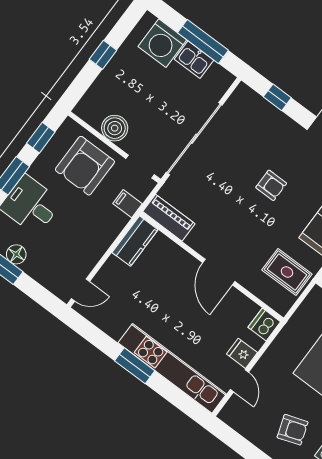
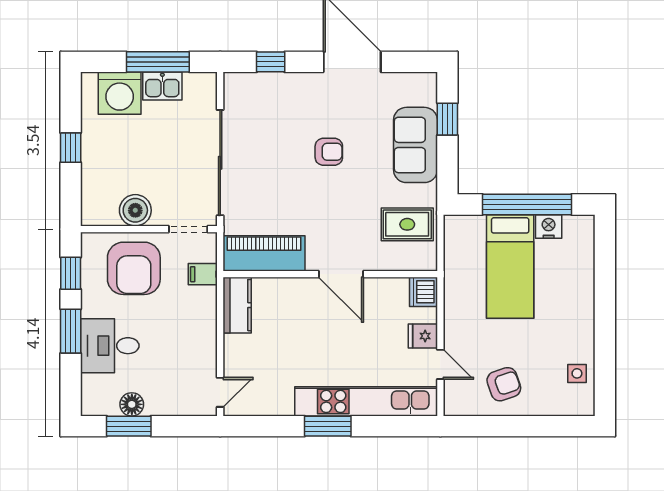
piano: (169, 218) -> (264, 253), width x1.37, depth x1.33
armchair: (293, 430) -> (504, 384), moved

